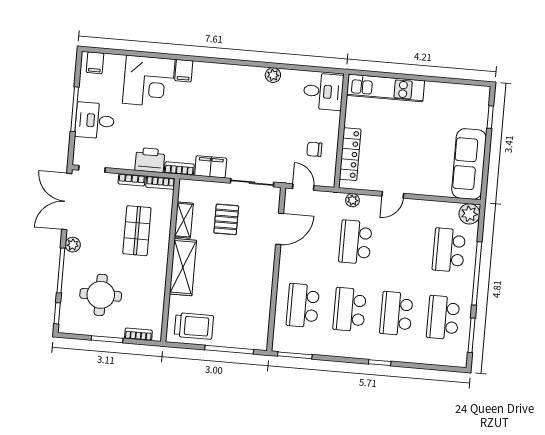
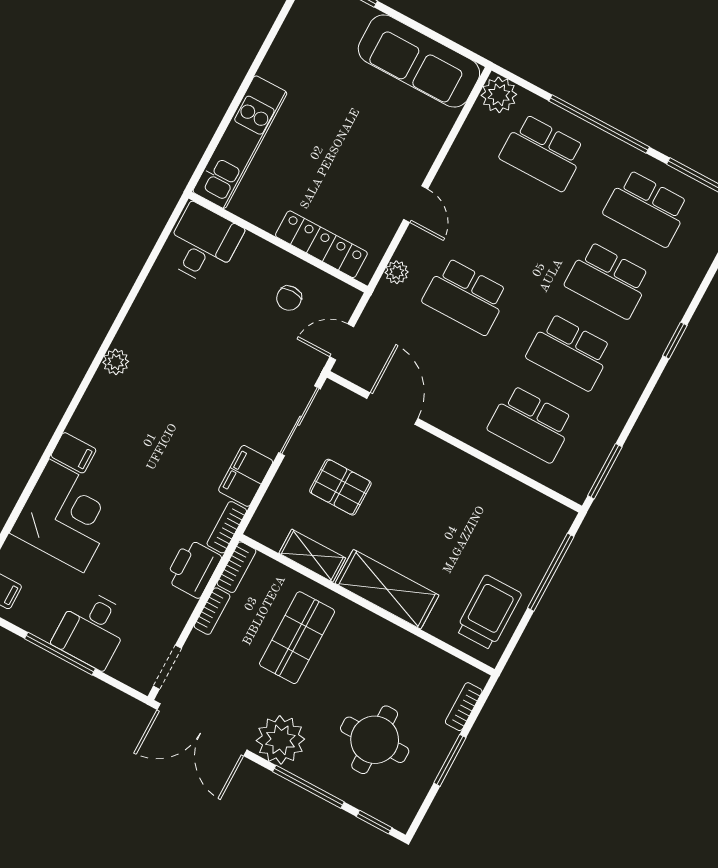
plant: (273, 75) -> (116, 362), moved
shop shelf: (137, 231) -> (297, 638), turned 90
plant: (73, 245) -> (280, 740), width x1.88, depth x1.88

